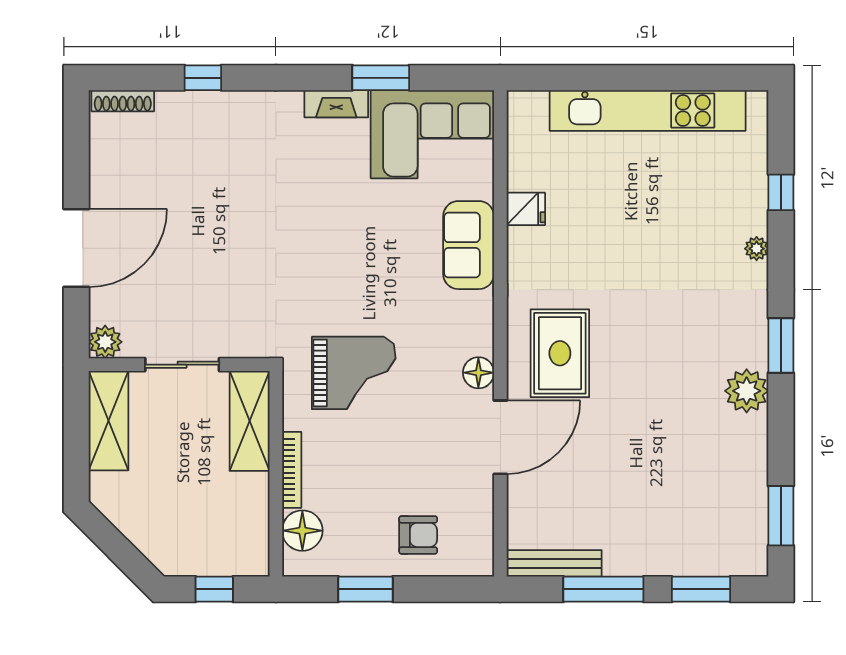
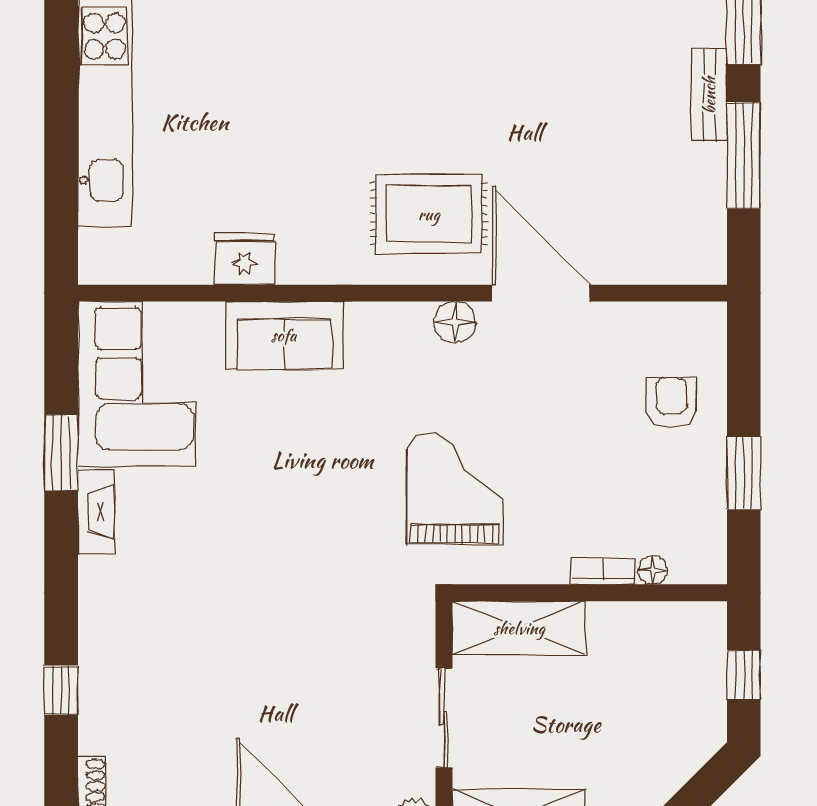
fridge: (526, 209) -> (244, 259), width x1.38
bookcase: (292, 470) -> (603, 571), width x0.64
floor lamp: (302, 531) -> (653, 570), width x0.53, depth x0.53
bench: (554, 563) -> (709, 95), moved, width x0.73

